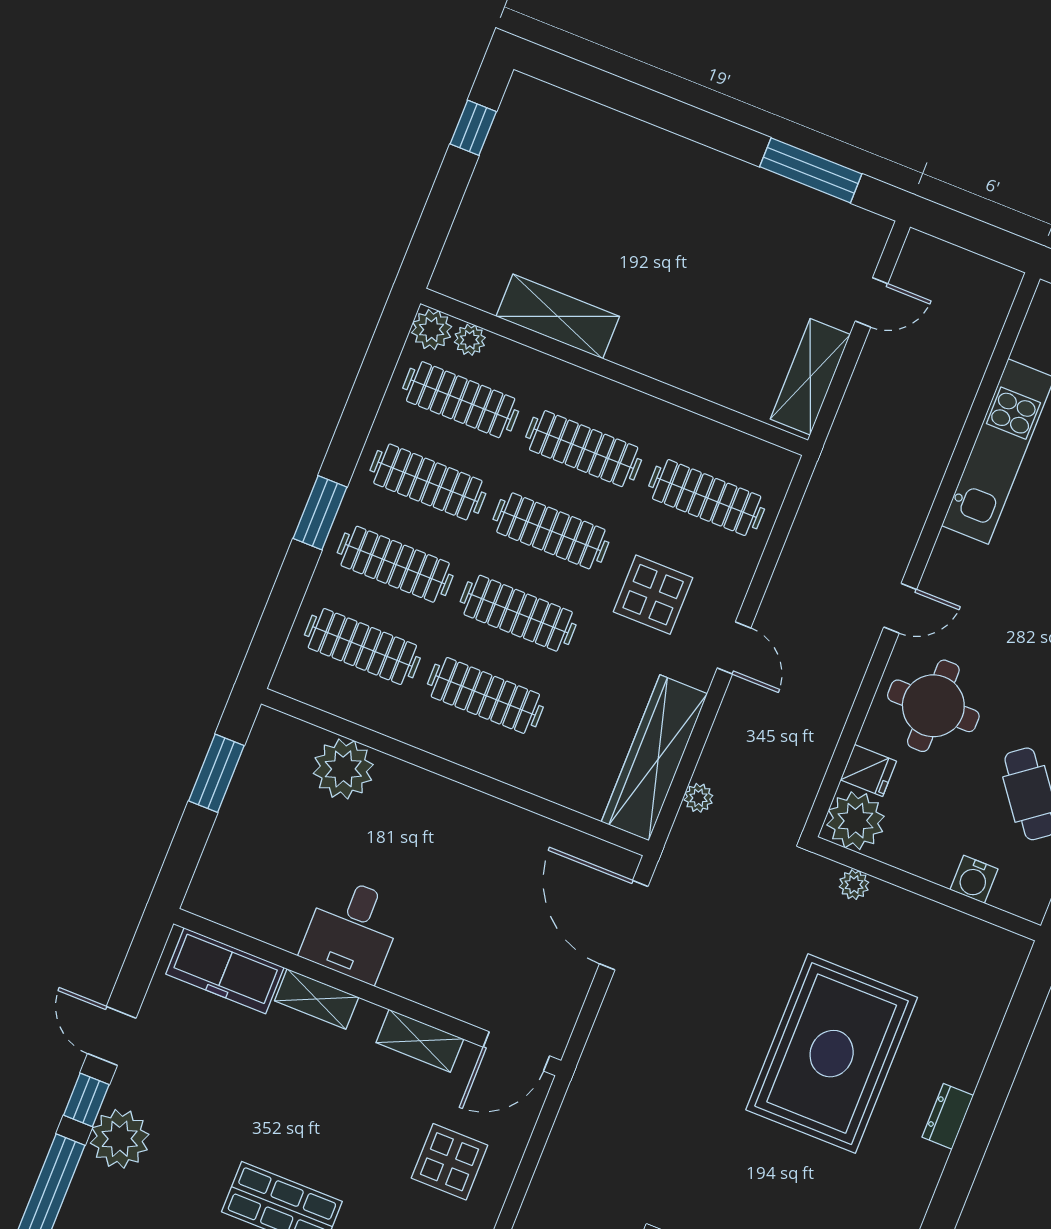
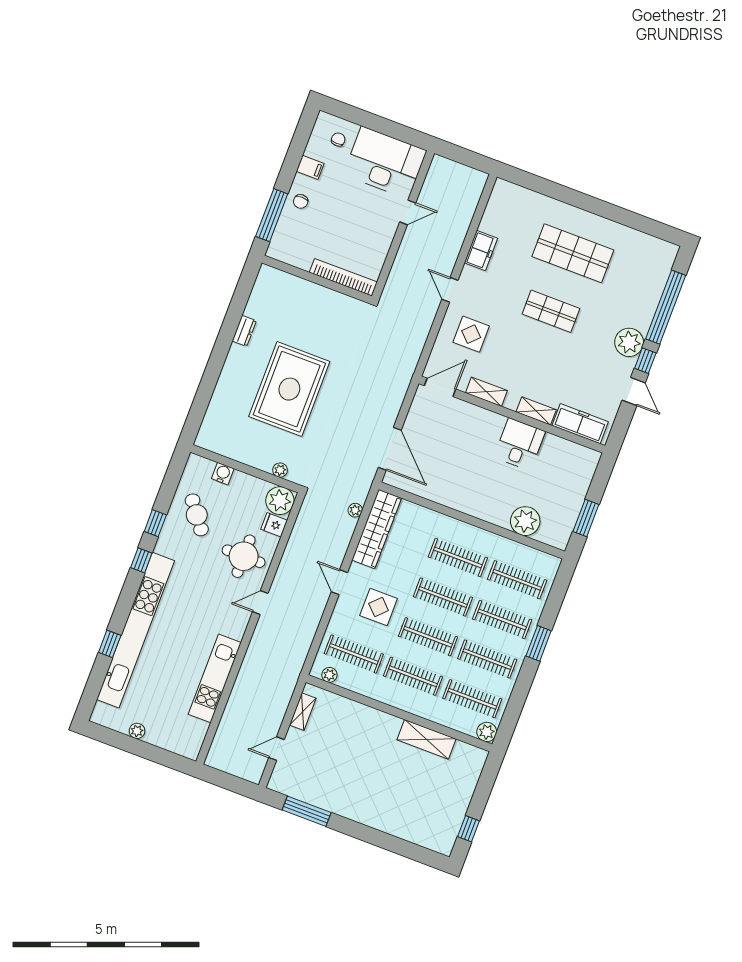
plant: (470, 340) -> (329, 675), moved
shelving: (810, 377) -> (303, 712), width x0.67, depth x0.75
dresser: (948, 1116) -> (244, 331), moved

